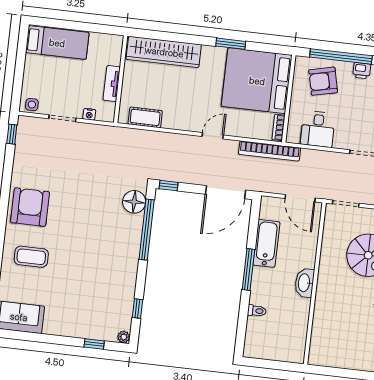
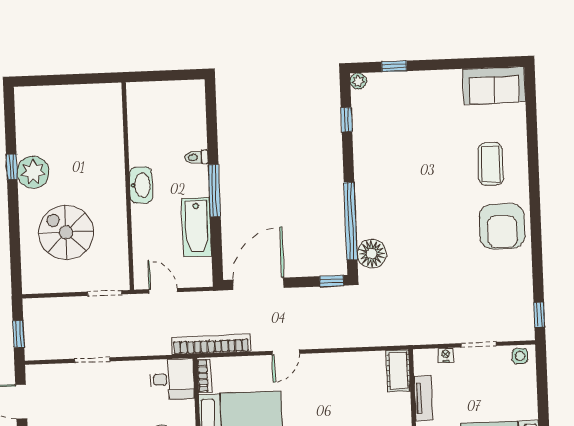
cot: (145, 117) -> (398, 371), moved, turned 90
desk: (318, 129) -> (172, 379), moved, turned 90
door: (300, 198) -> (163, 291), width x0.73
coffee table: (31, 257) -> (491, 164), turned 90
toilet: (257, 311) -> (196, 157), moved

